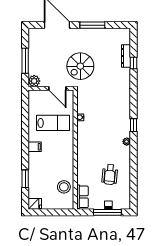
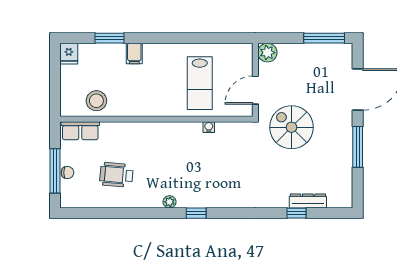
window: (25, 61) -> (324, 38), moved
filing cabinet: (35, 147) -> (134, 53), moved

